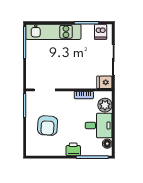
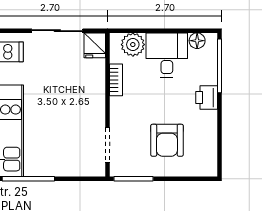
armchair: (48, 126) -> (167, 140), turned 86

